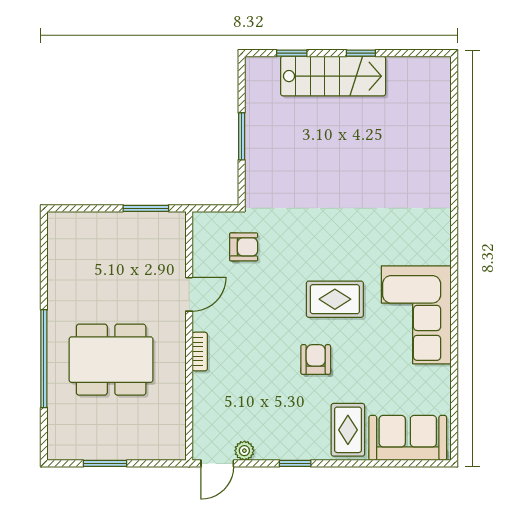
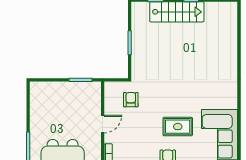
armchair: (244, 247) -> (131, 100), turned -90

